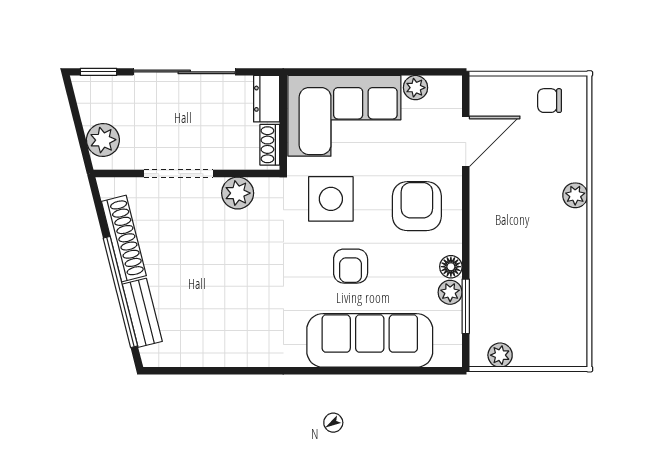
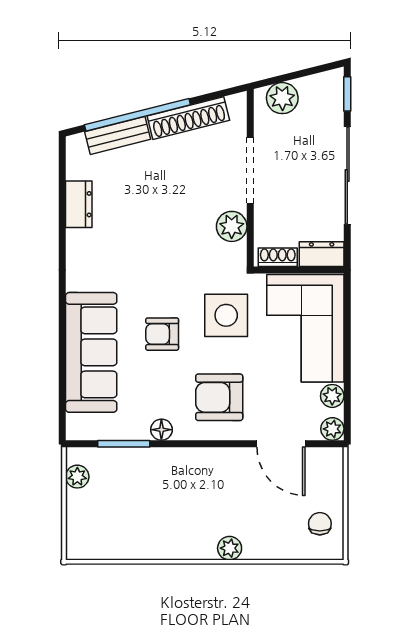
armchair: (417, 206) -> (219, 397), turned 180
plant: (450, 292) -> (332, 429), moved
dresser: (214, 353) -> (79, 204), added

